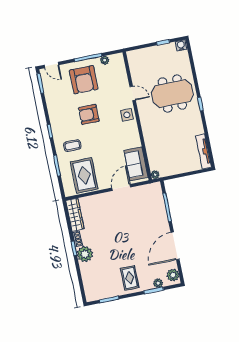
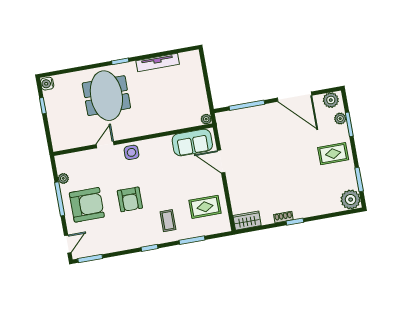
tv unit: (204, 152) -> (158, 62), moved
rug: (84, 175) -> (205, 207), width x0.73, depth x0.70
wardrobe: (75, 215) -> (247, 221), width x0.67
plant: (85, 254) -> (351, 200), moved

